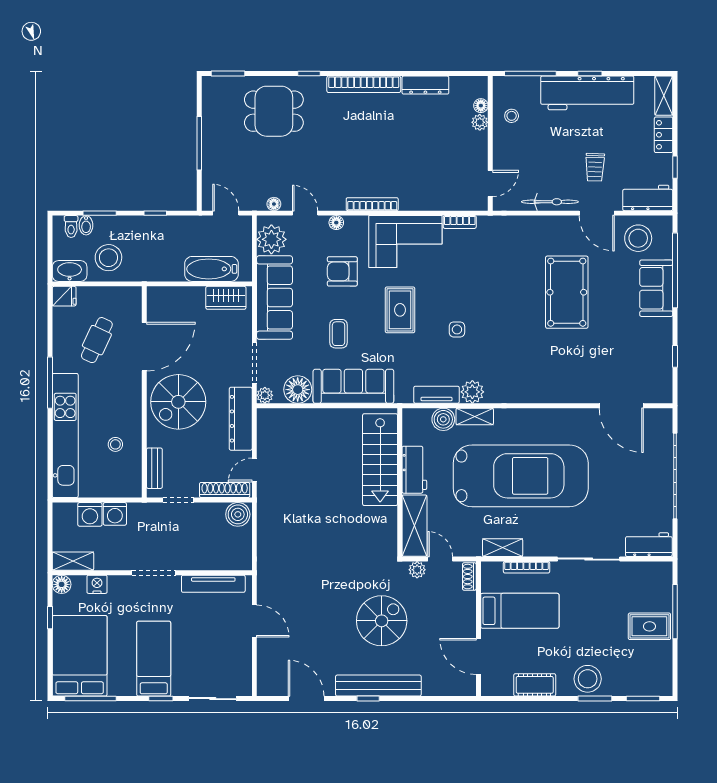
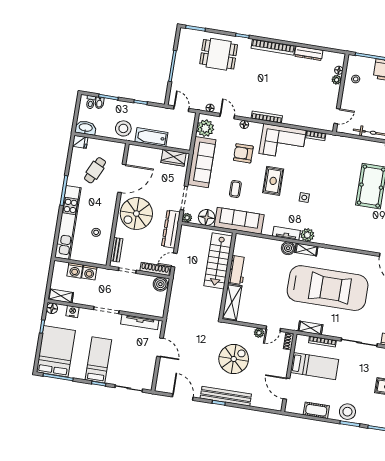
stool: (108, 258) -> (123, 128), moved
bathtub: (211, 269) -> (151, 137), moved
stairs: (380, 460) -> (218, 261), moved
workbench: (414, 470) -> (237, 270), moved
wall: (400, 482) -> (227, 276), moved
shelving: (414, 526) -> (232, 302), moved
door: (440, 559) -> (273, 329), swing flipped

